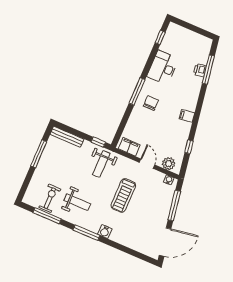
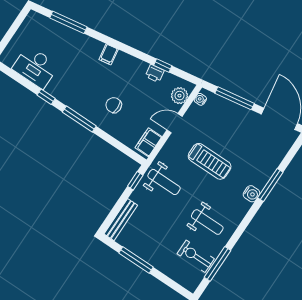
window: (160, 37) -> (46, 97), moved
desk: (163, 68) -> (35, 67), moved
printer: (200, 70) -> (155, 73), moved
chair: (151, 103) -> (114, 105), moved
filing cabinet: (187, 116) -> (109, 54), moved
weight bench: (77, 202) -> (207, 222), turned 90
window: (86, 233) -> (270, 185), moved

